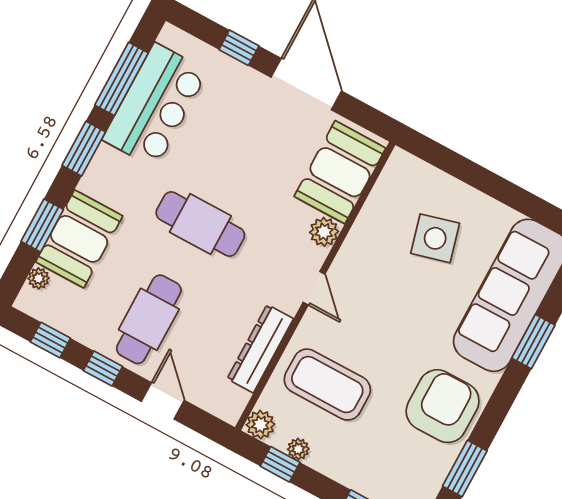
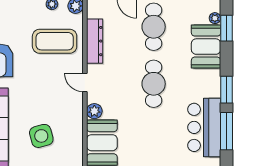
cafe table: (200, 224) -> (154, 84), turned 90
window: (42, 225) -> (226, 28), moved

